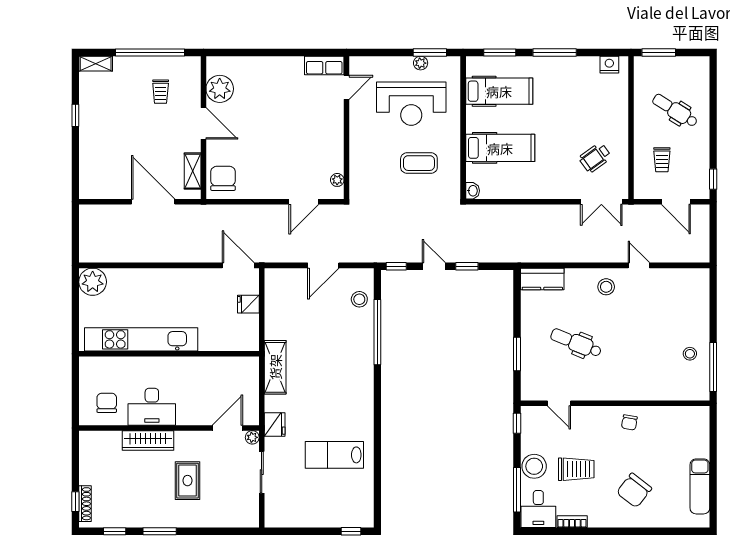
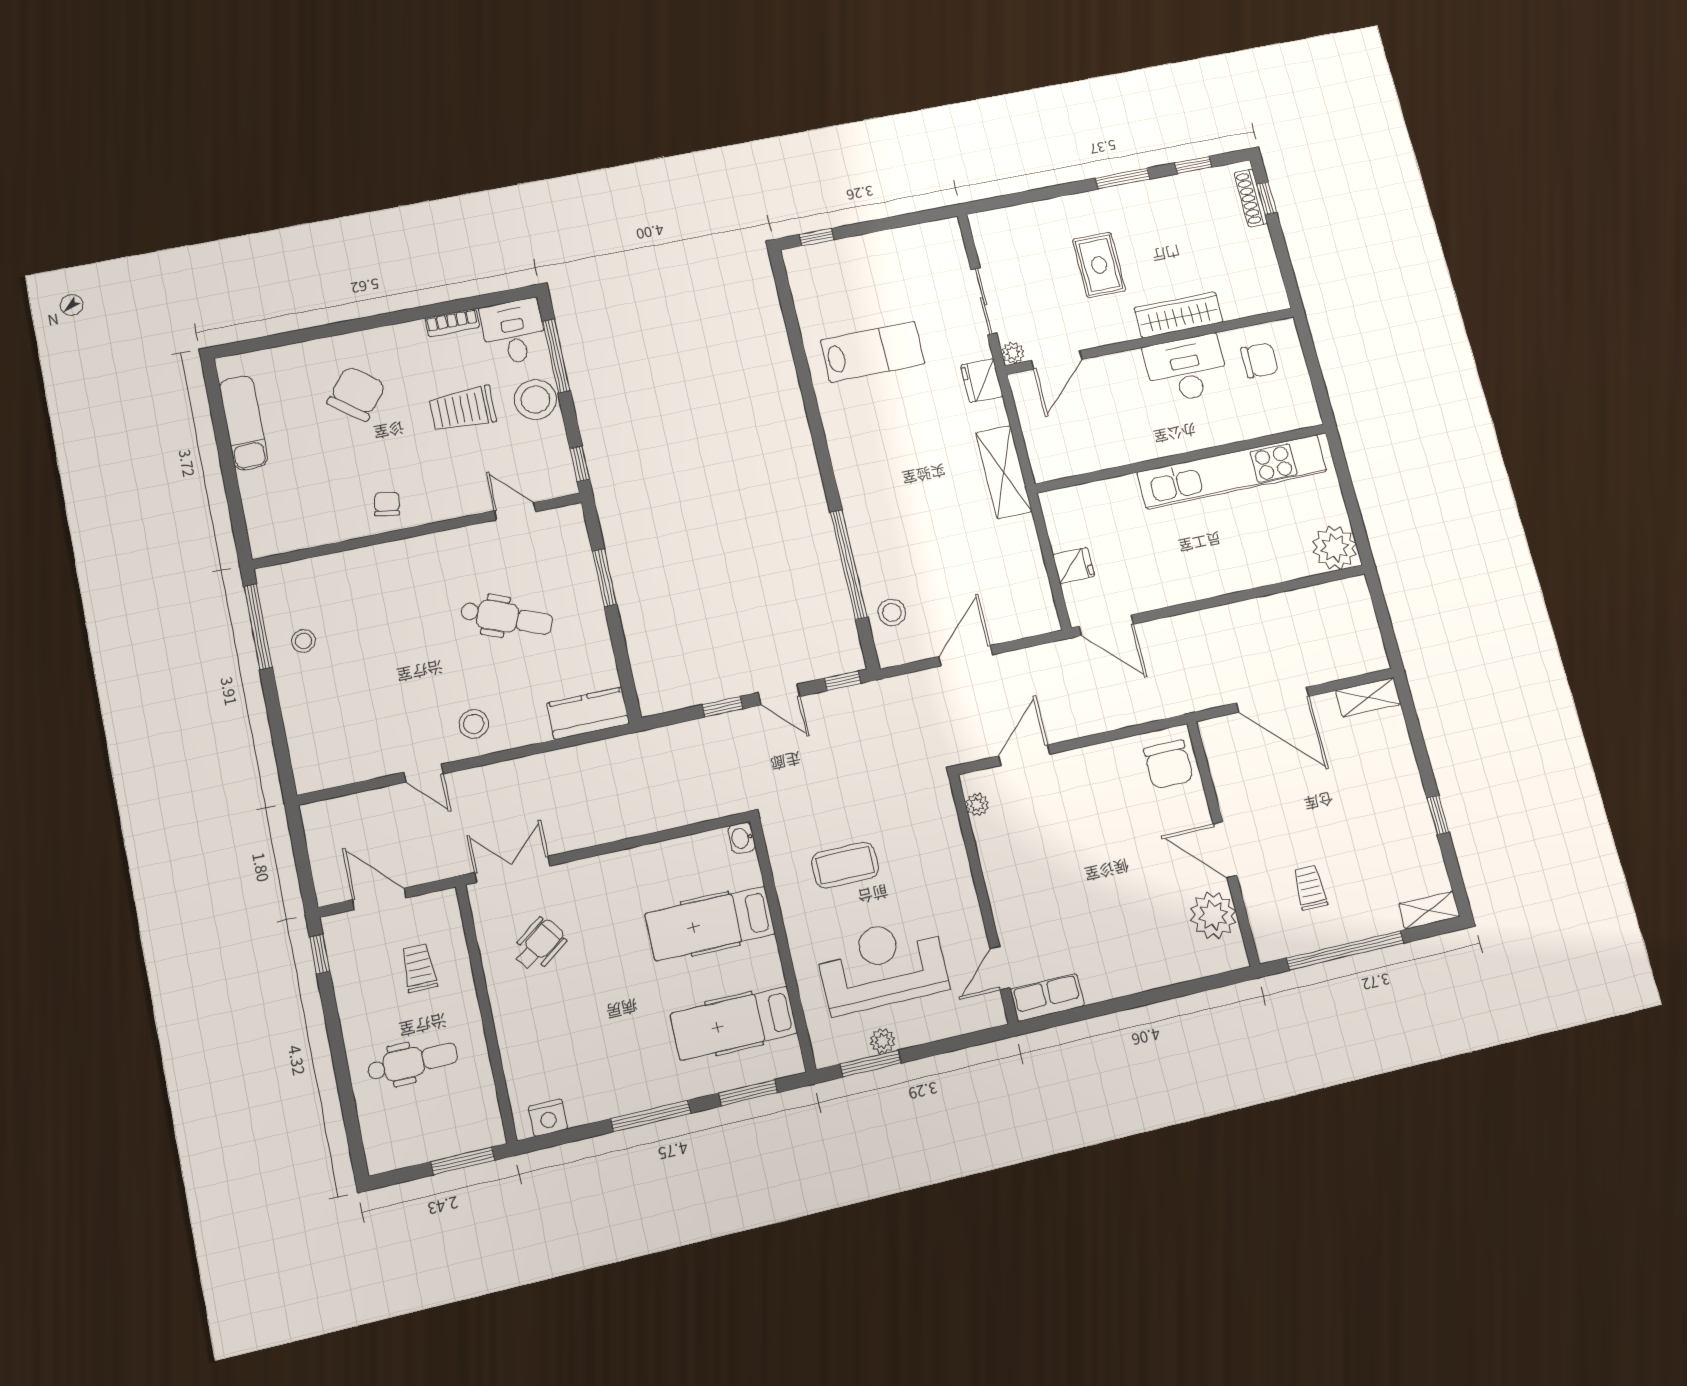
dental chair: (675, 110) -> (413, 1062), turned -32
shelving: (193, 171) -> (1368, 697), moved, turned 90
chair: (107, 403) -> (1260, 360), turned -89

